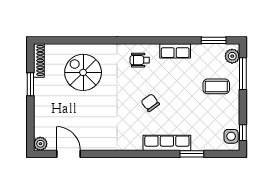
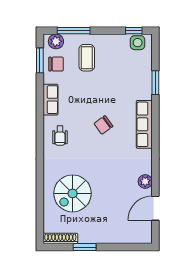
chair: (210, 56) -> (56, 64), added
row of seats: (167, 143) -> (144, 124), moved
plant: (40, 144) -> (145, 181), moved

